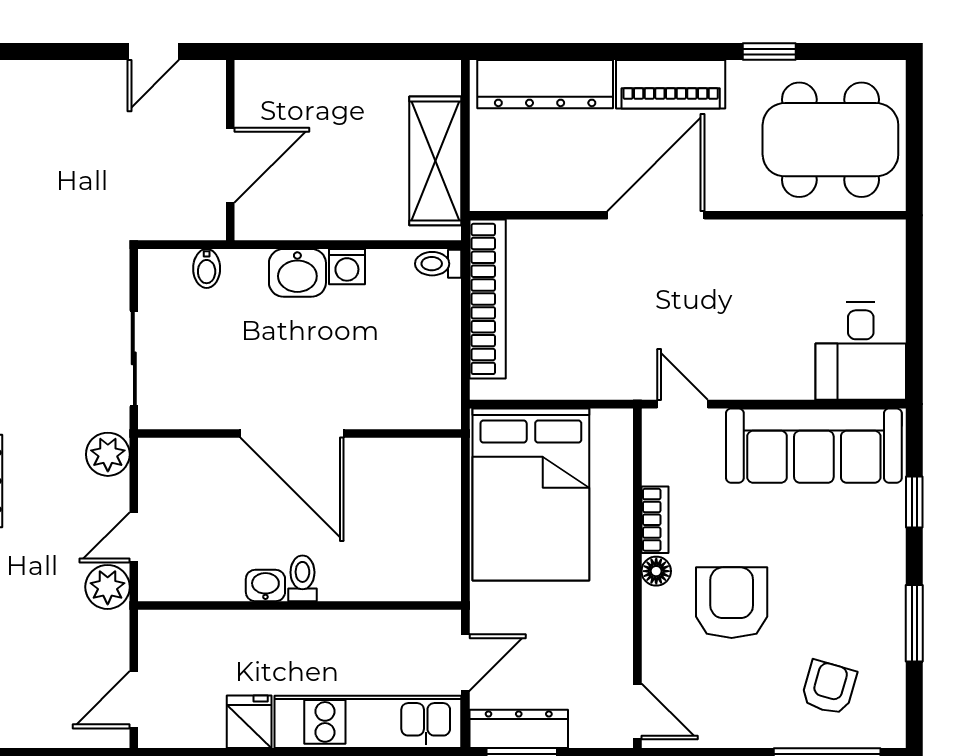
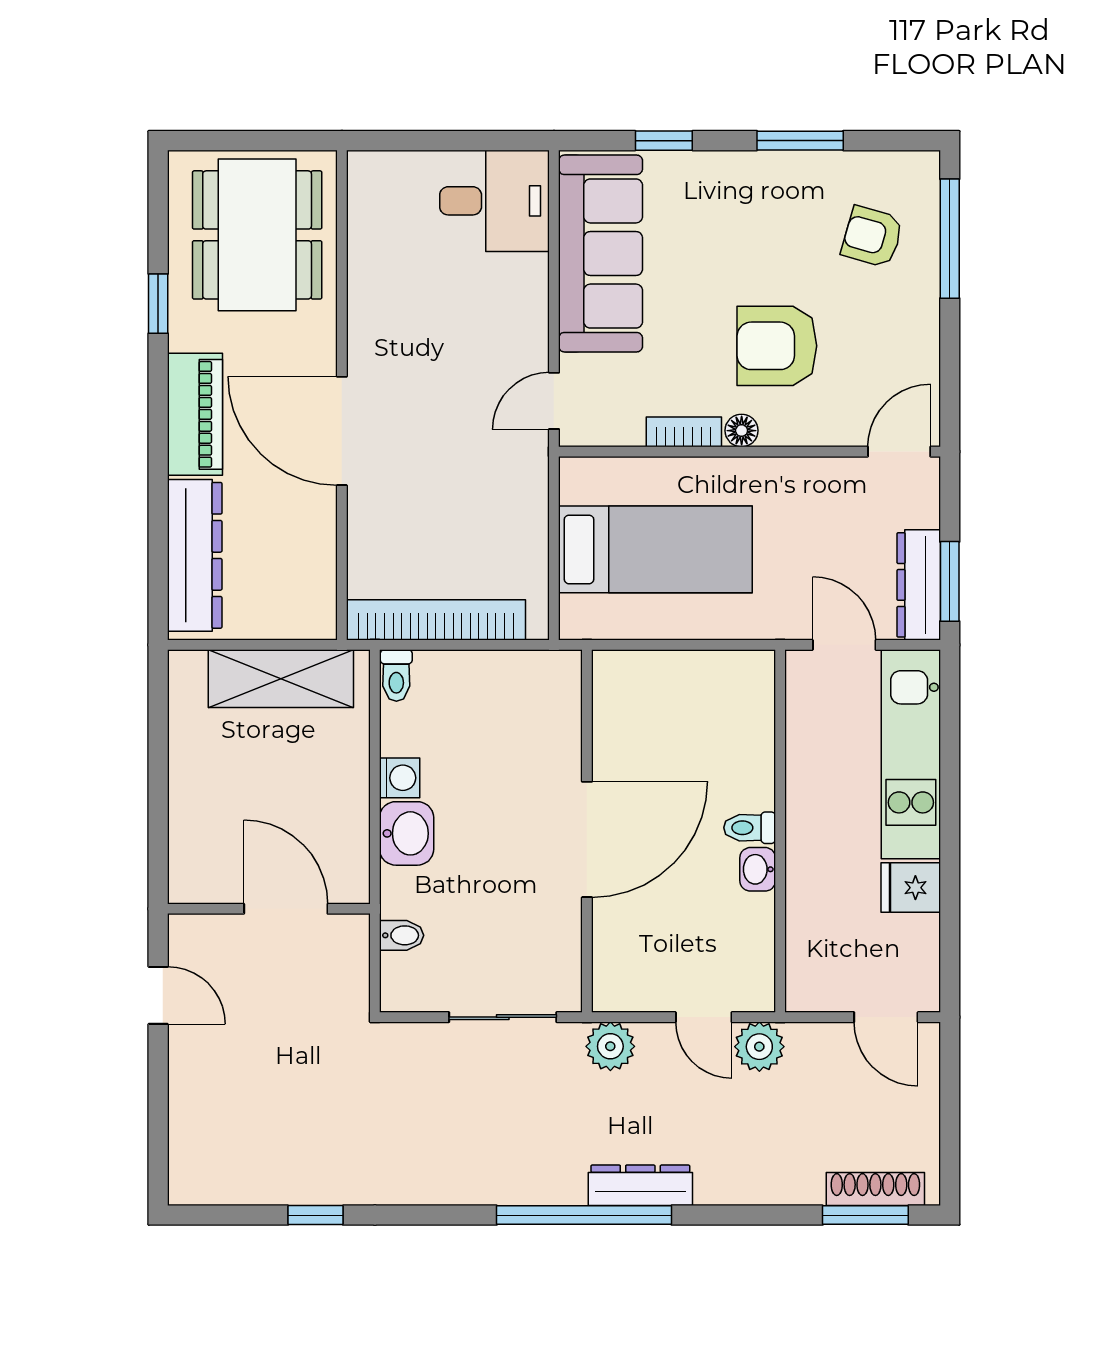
bed: (531, 494) -> (655, 549), width x0.67

